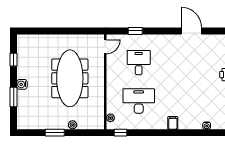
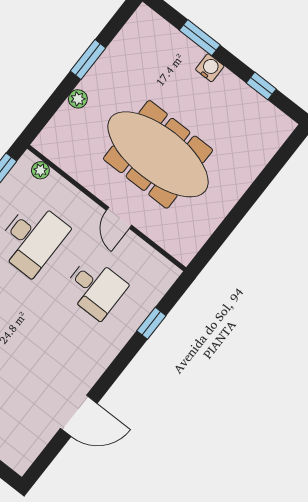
door: (105, 47) -> (119, 218), moved

